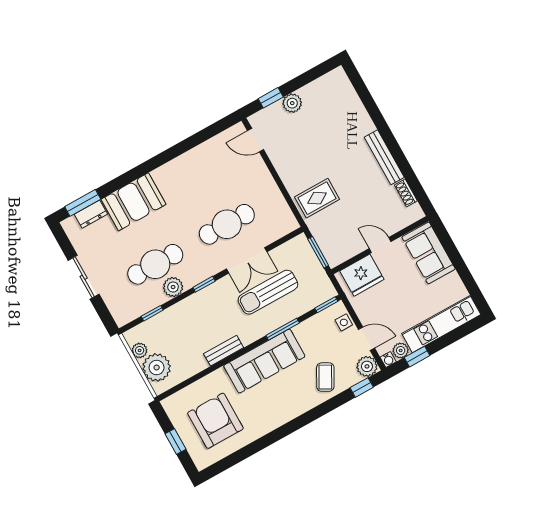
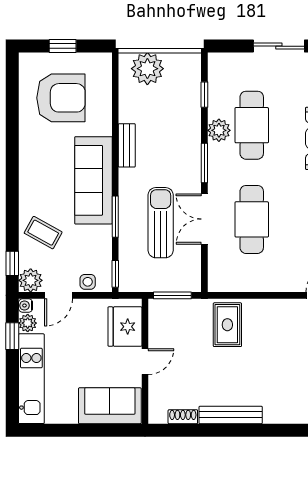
window: (204, 284) -> (204, 163), width x1.50
plant: (140, 350) -> (174, 61), removed

